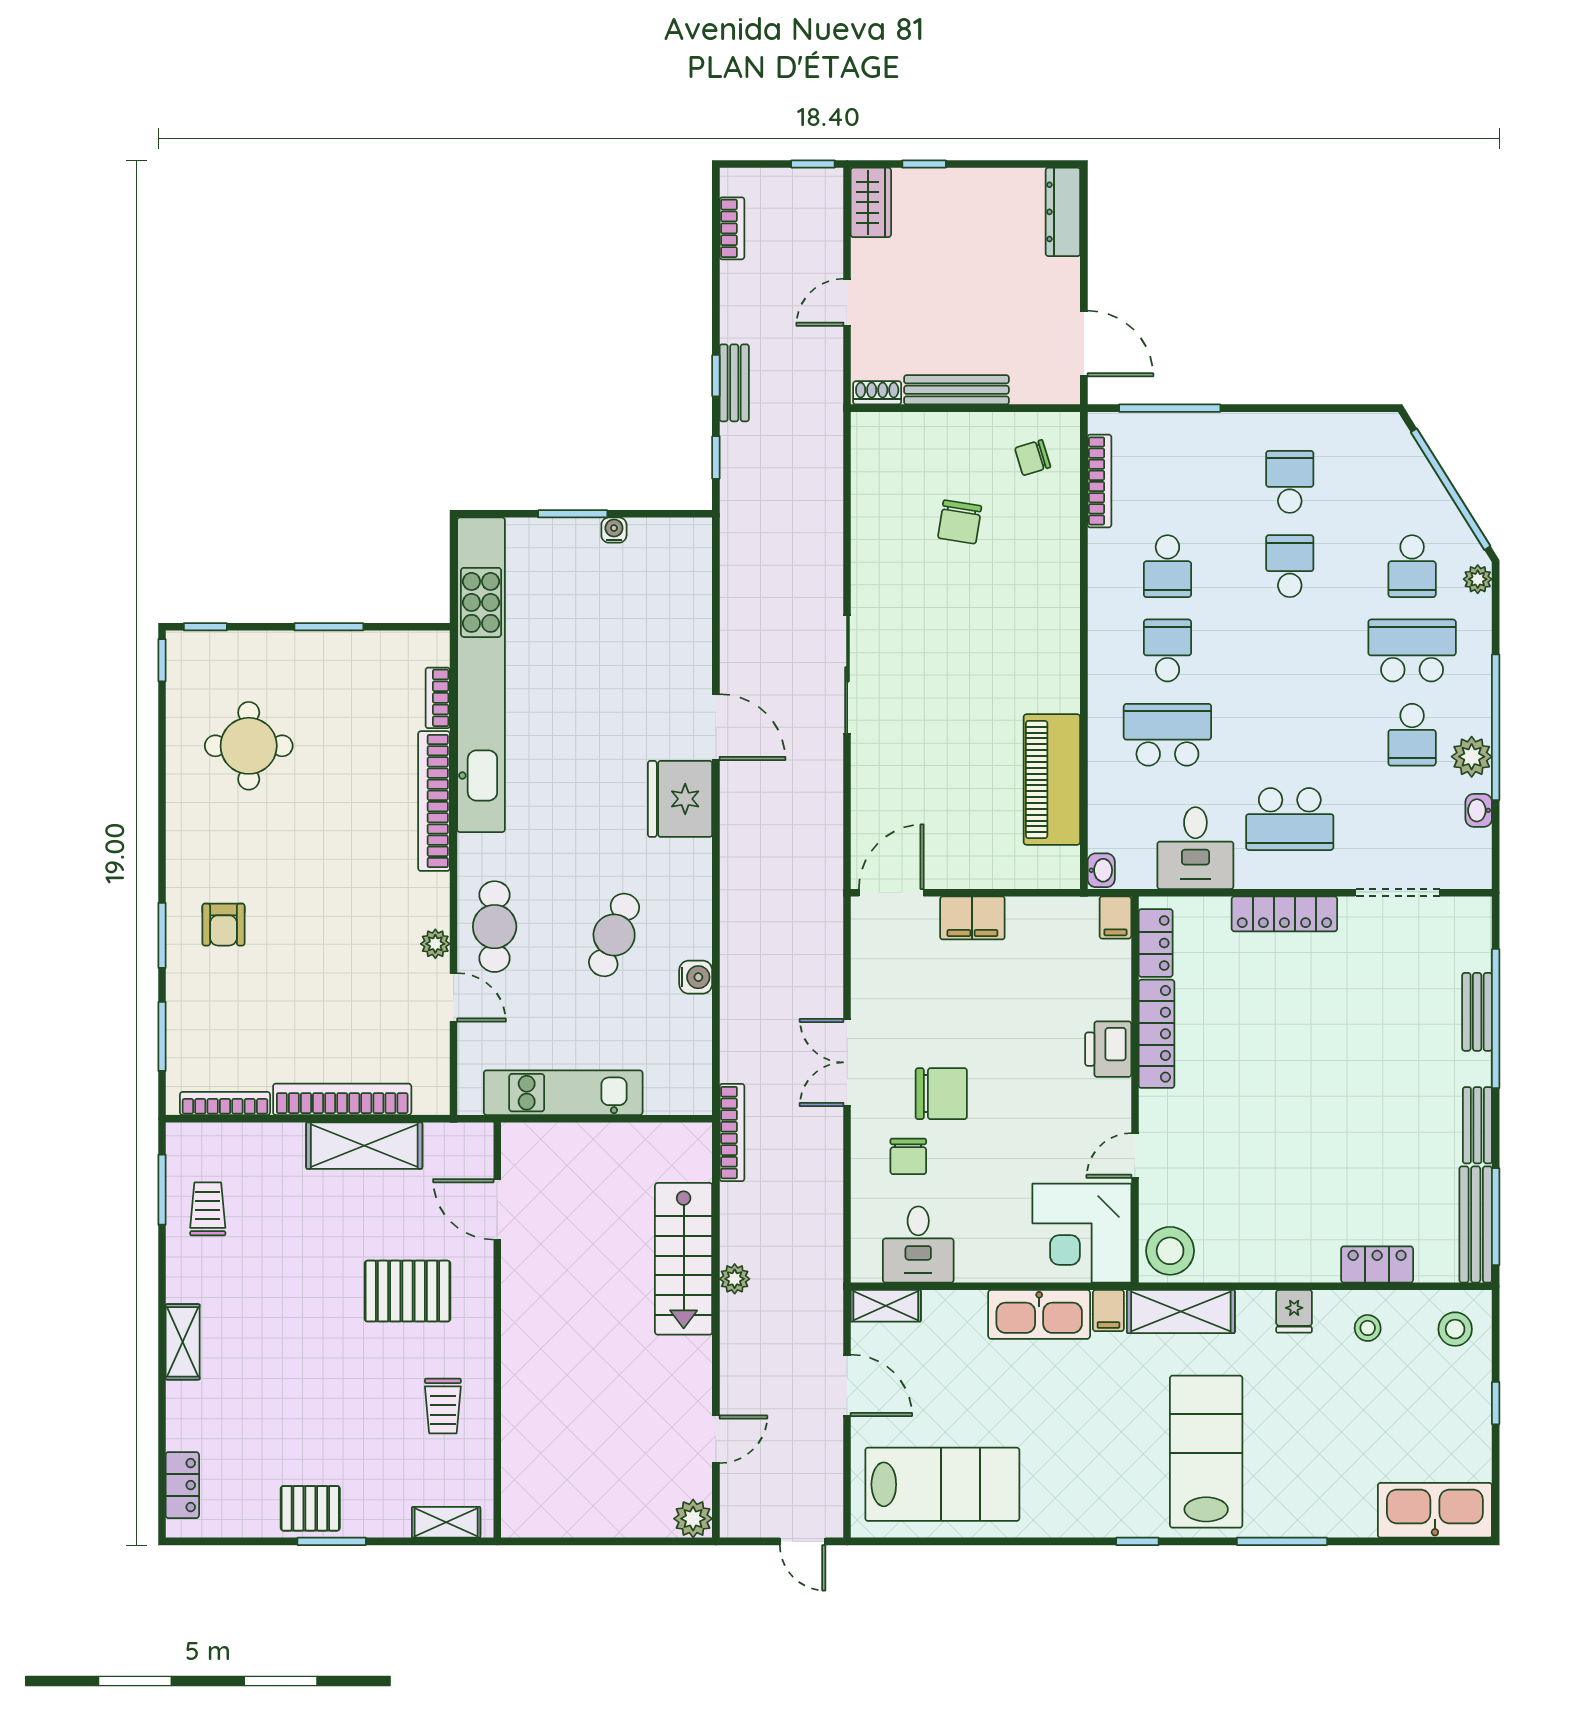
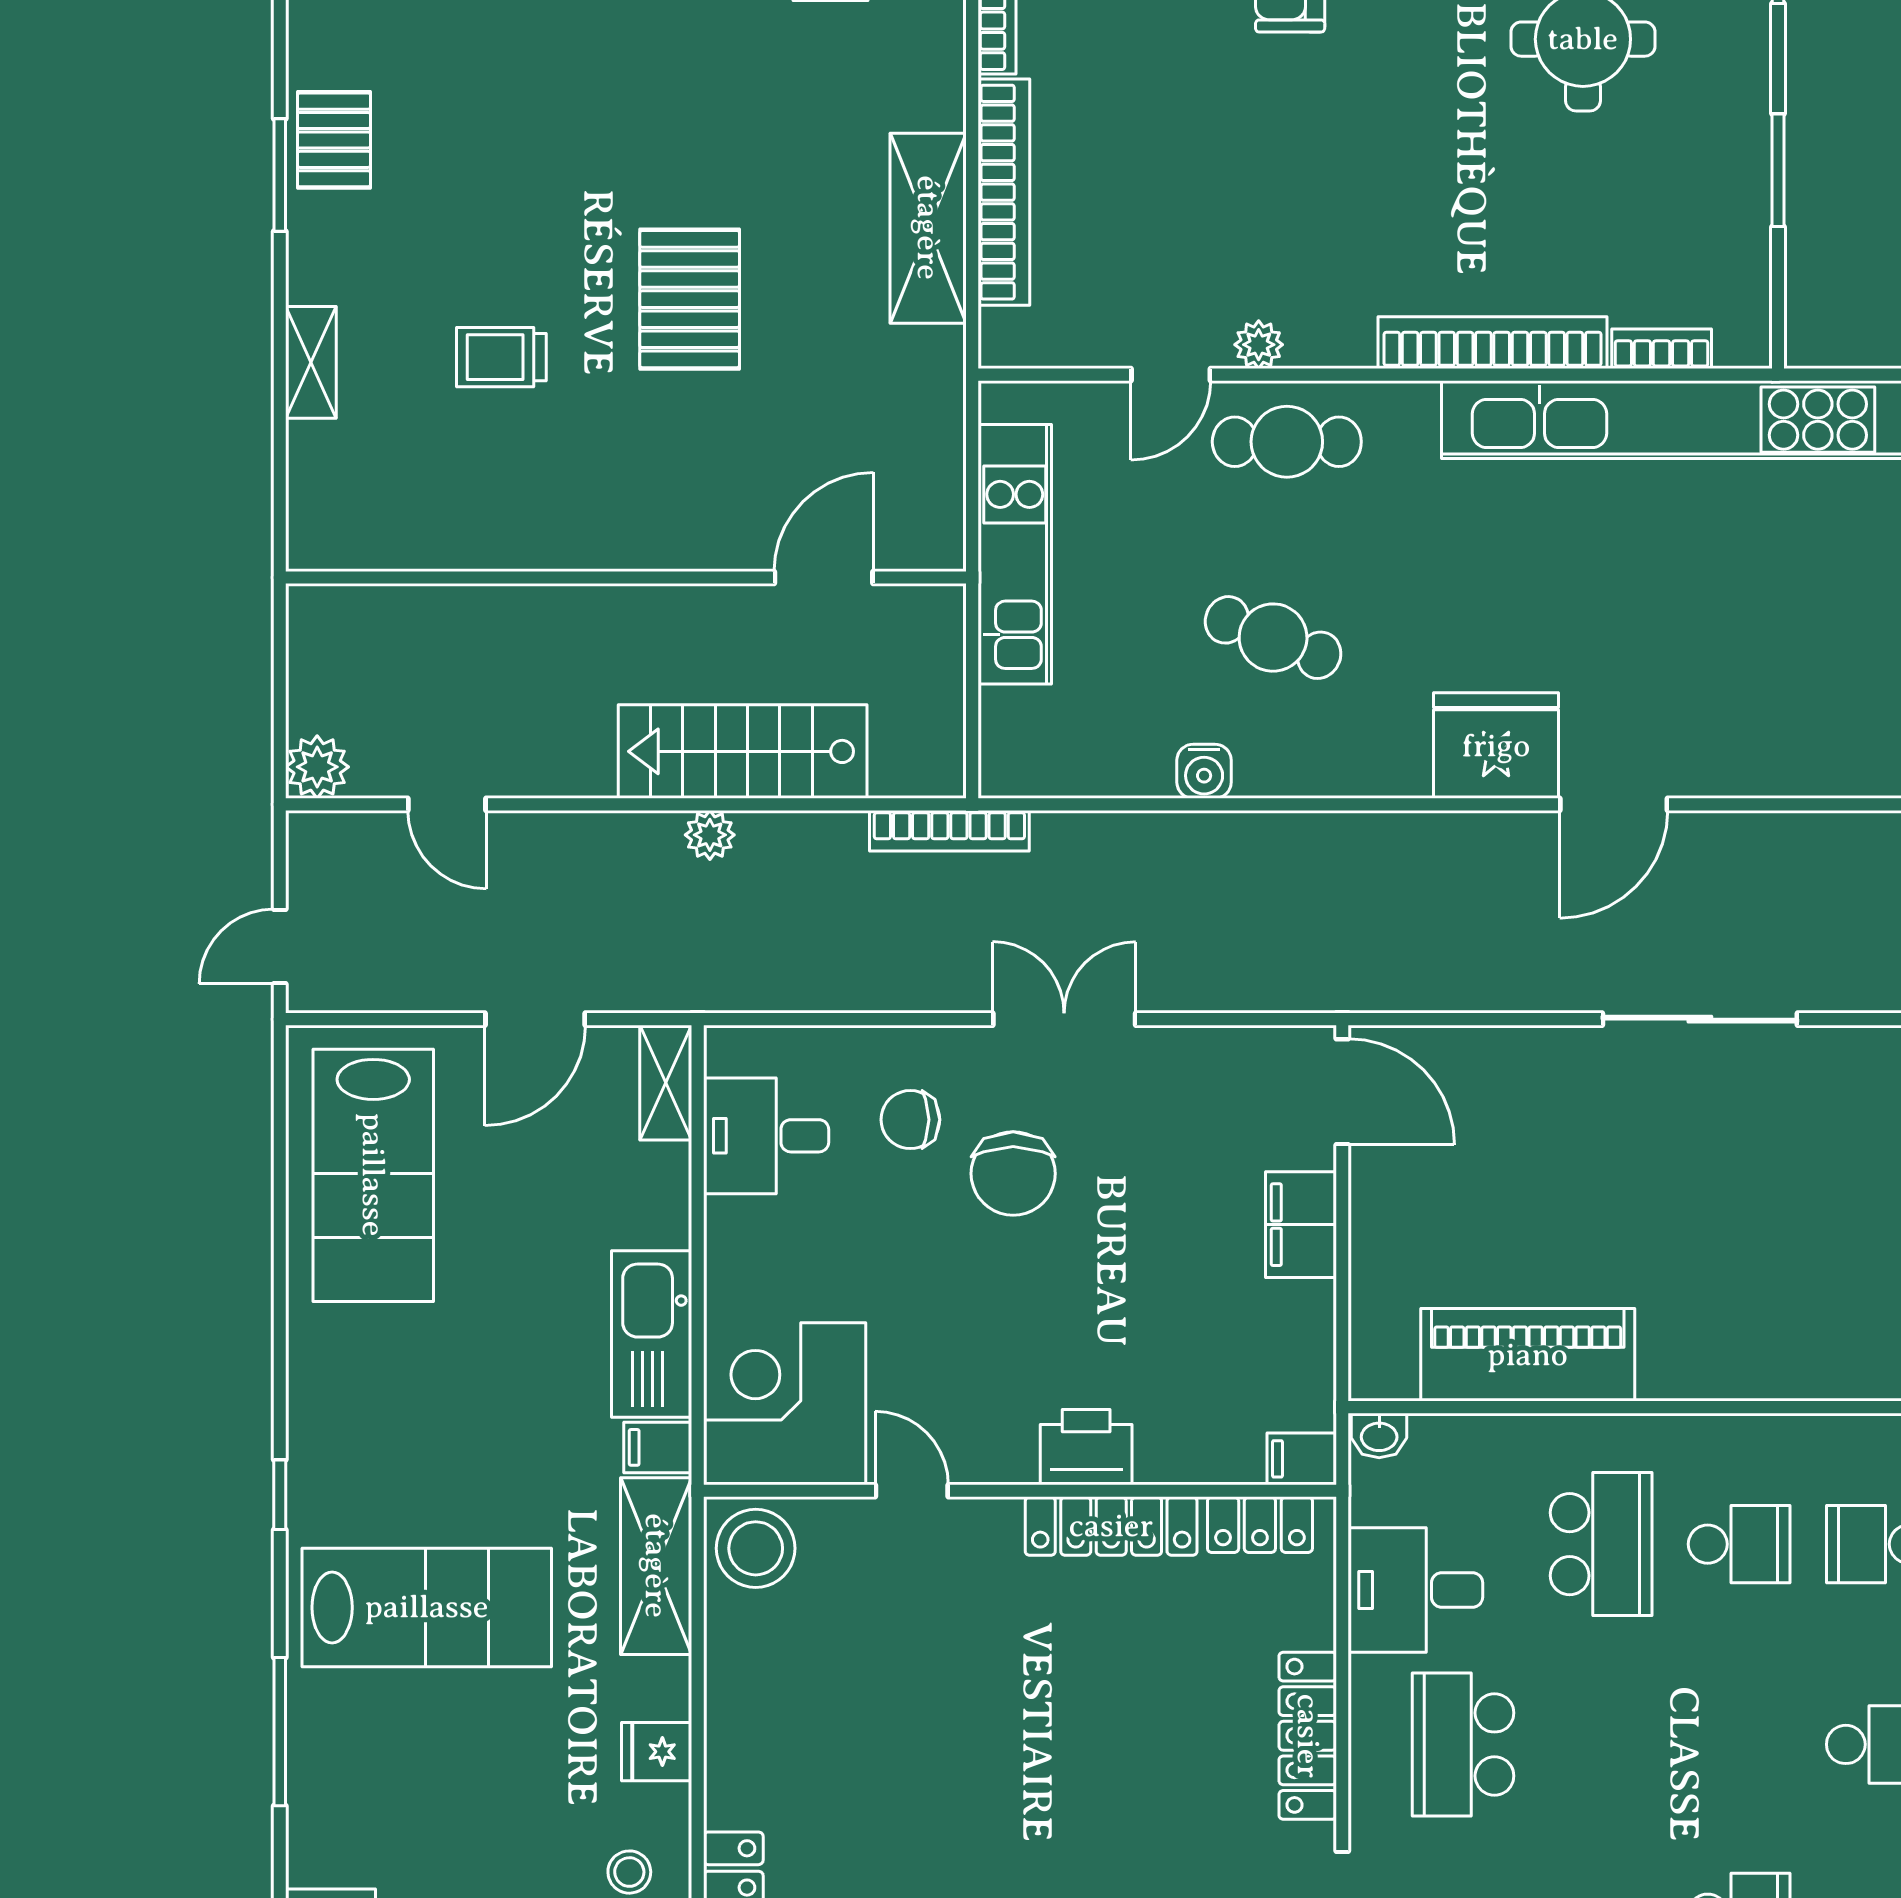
door: (497, 1209) -> (824, 578), moved
wall: (497, 1330) -> (626, 578), moved

